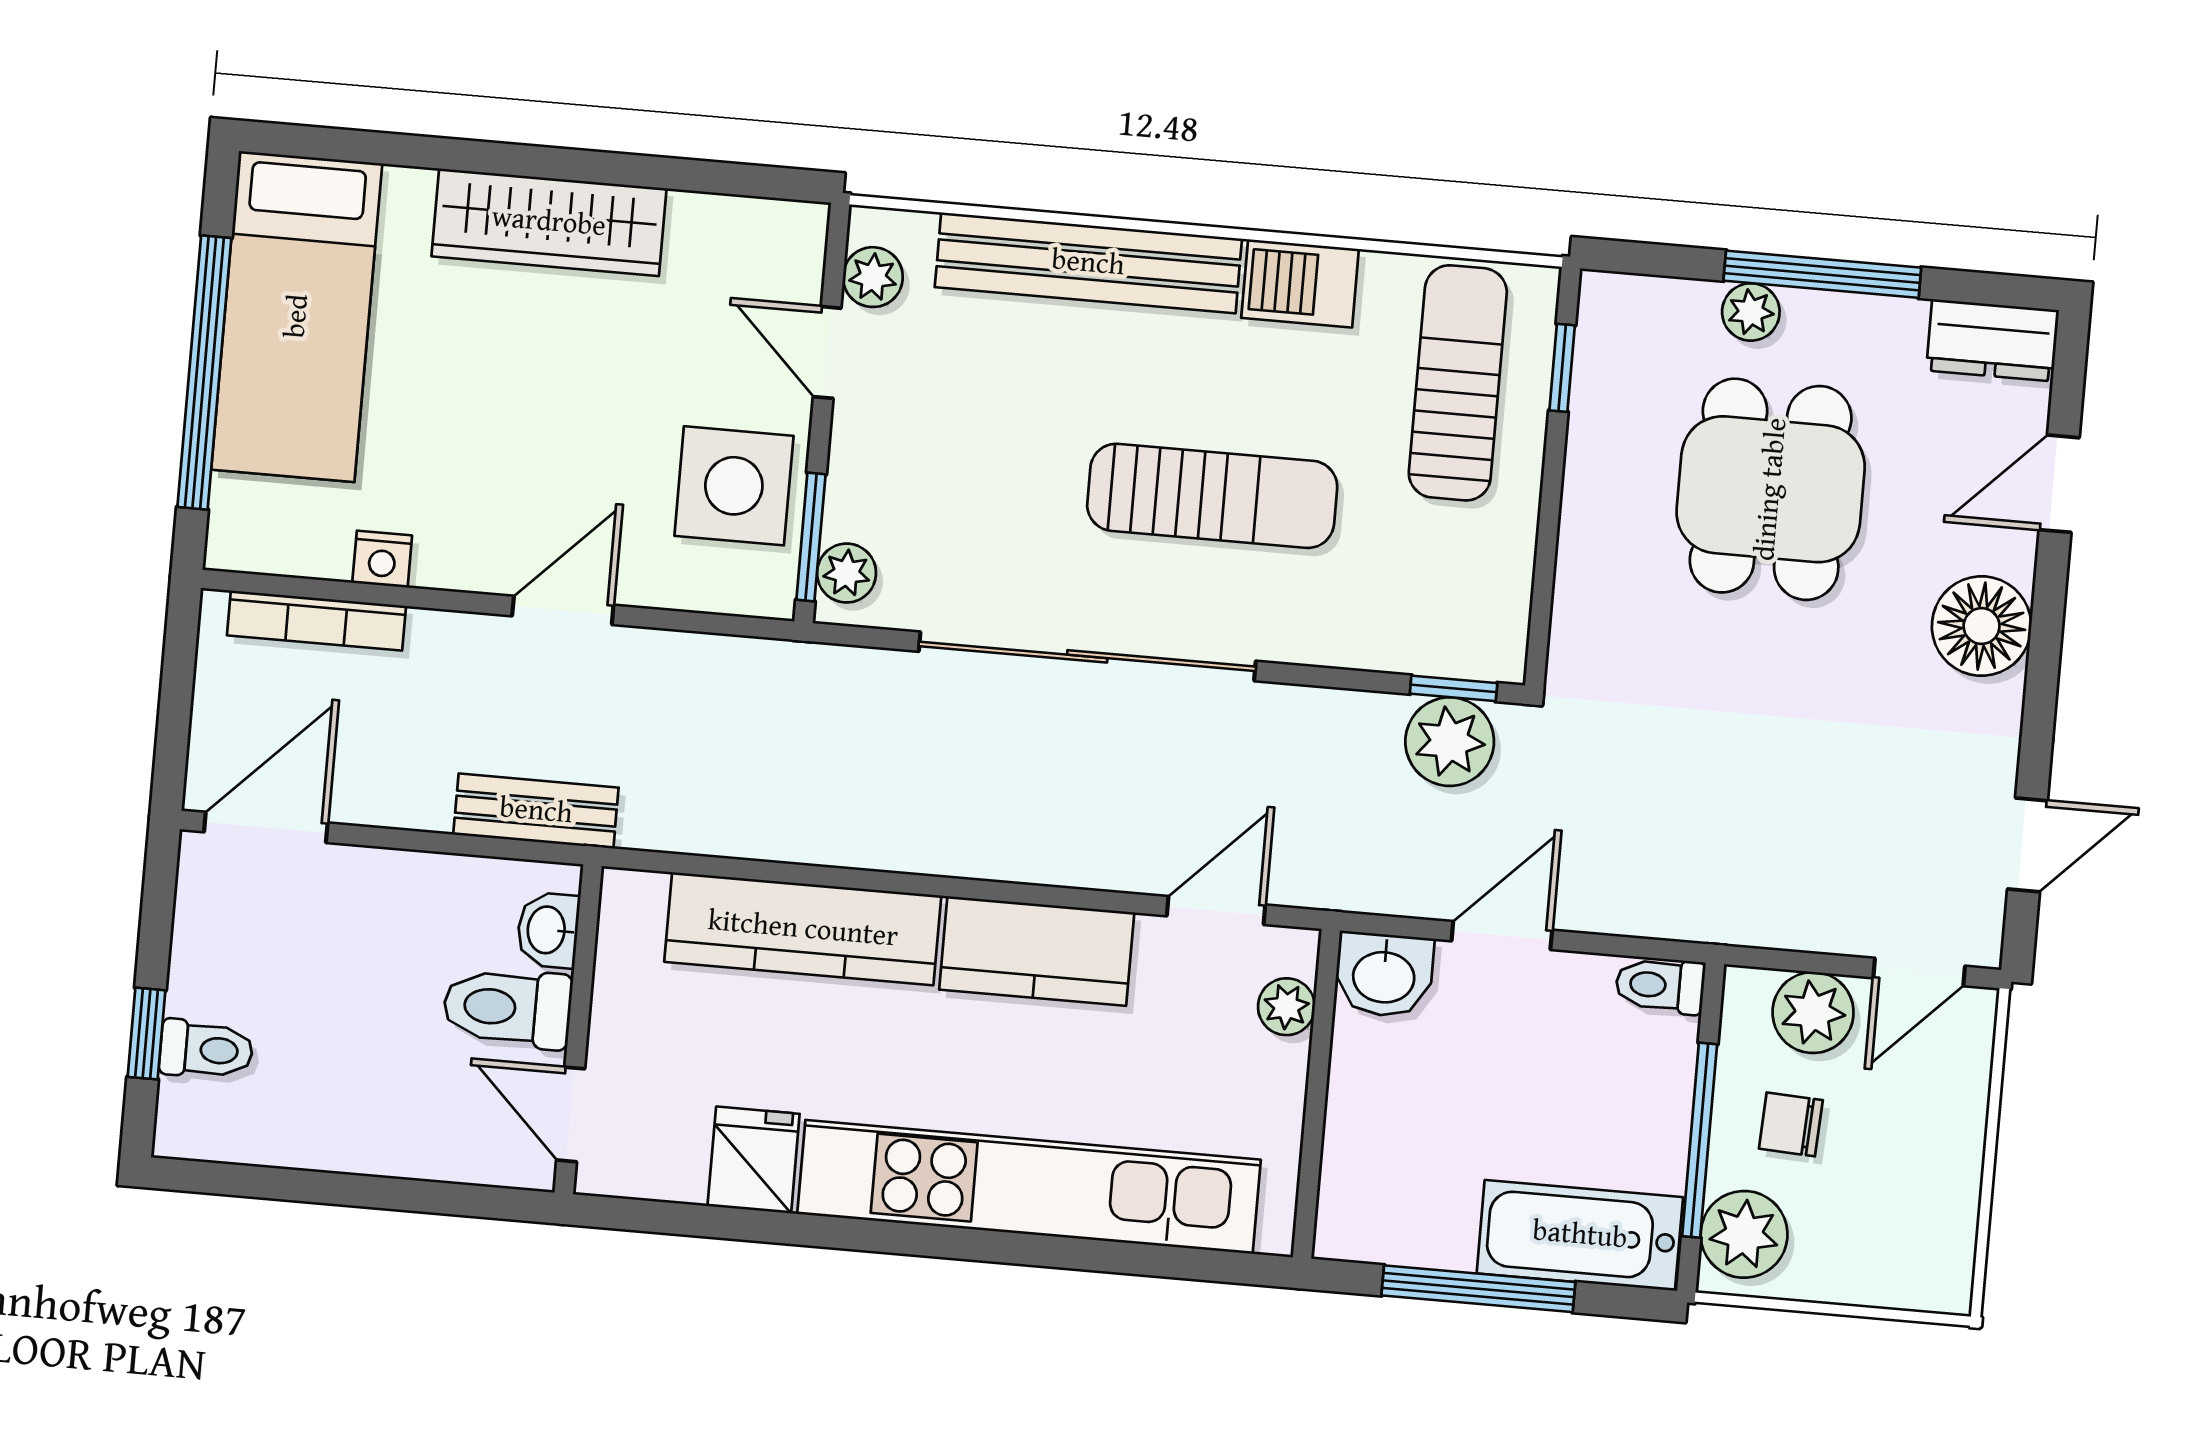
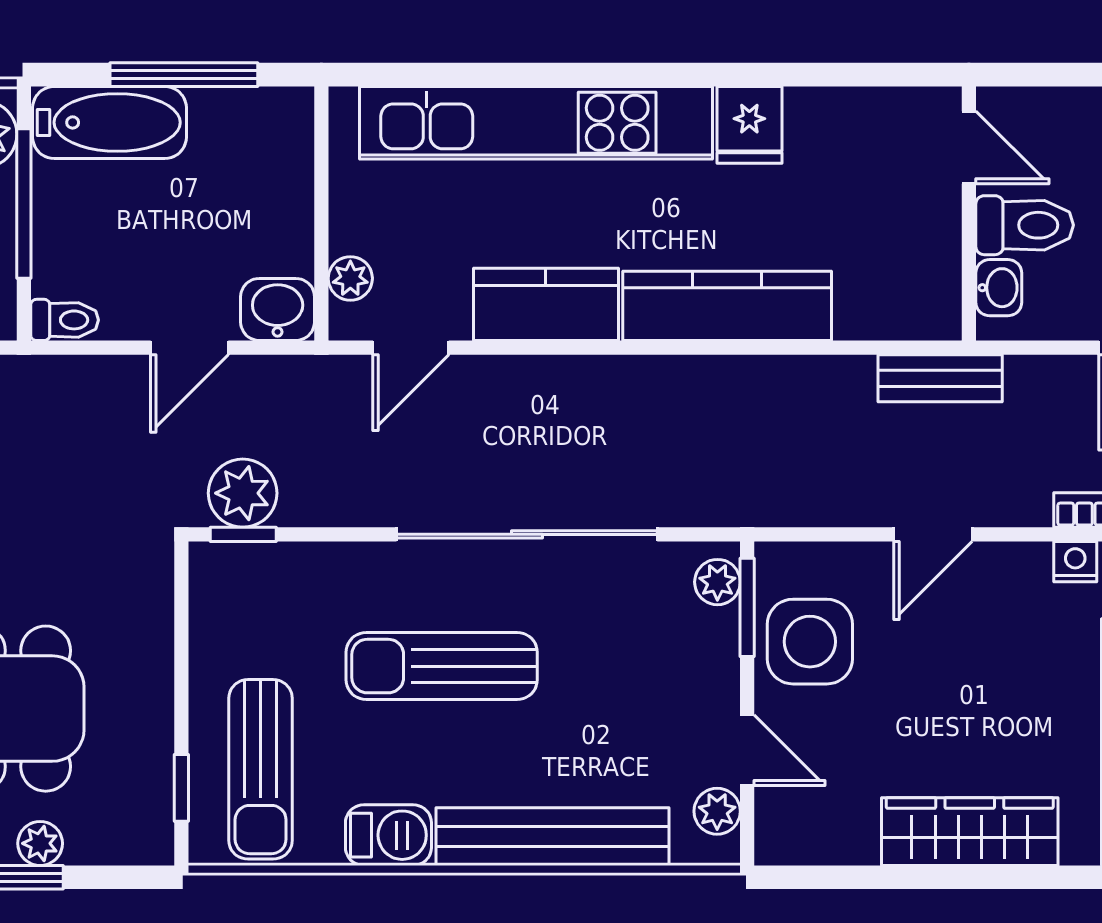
washbasin: (548, 930) -> (999, 288), moved
toilet: (507, 1008) -> (1025, 225), moved
wall: (578, 1029) -> (969, 213), moved
door: (571, 1114) -> (969, 147), moved

